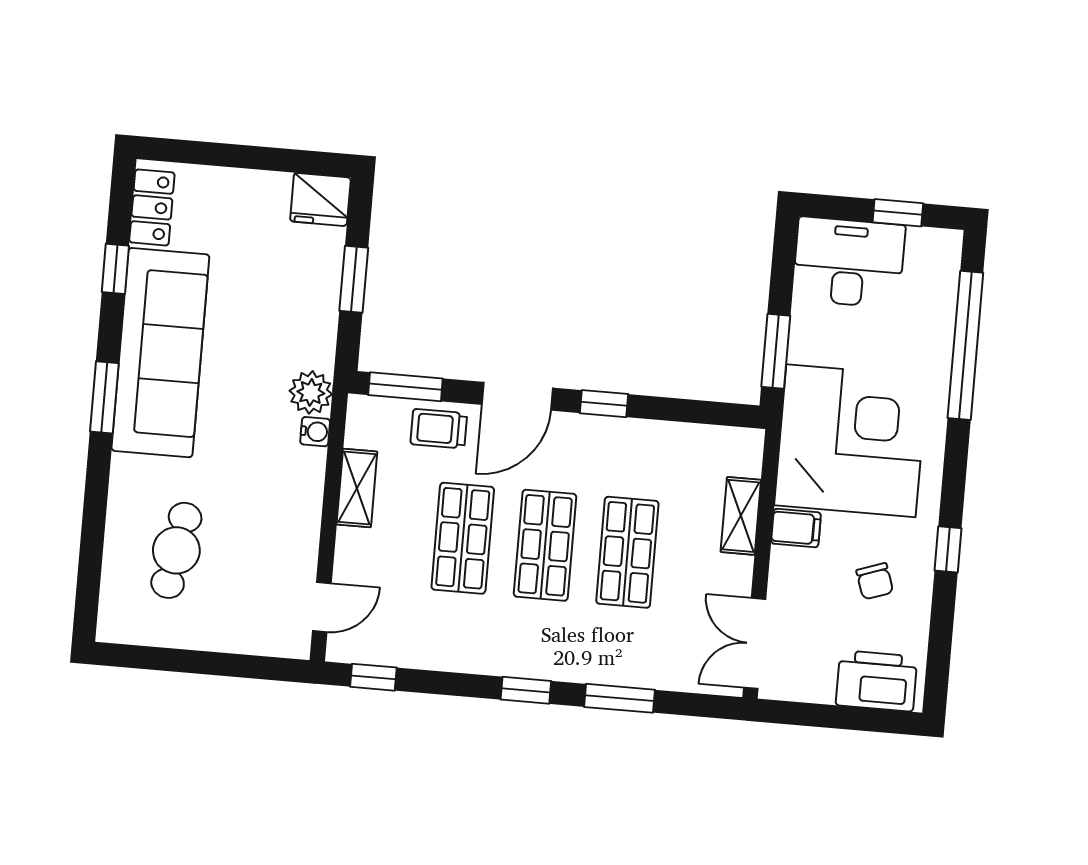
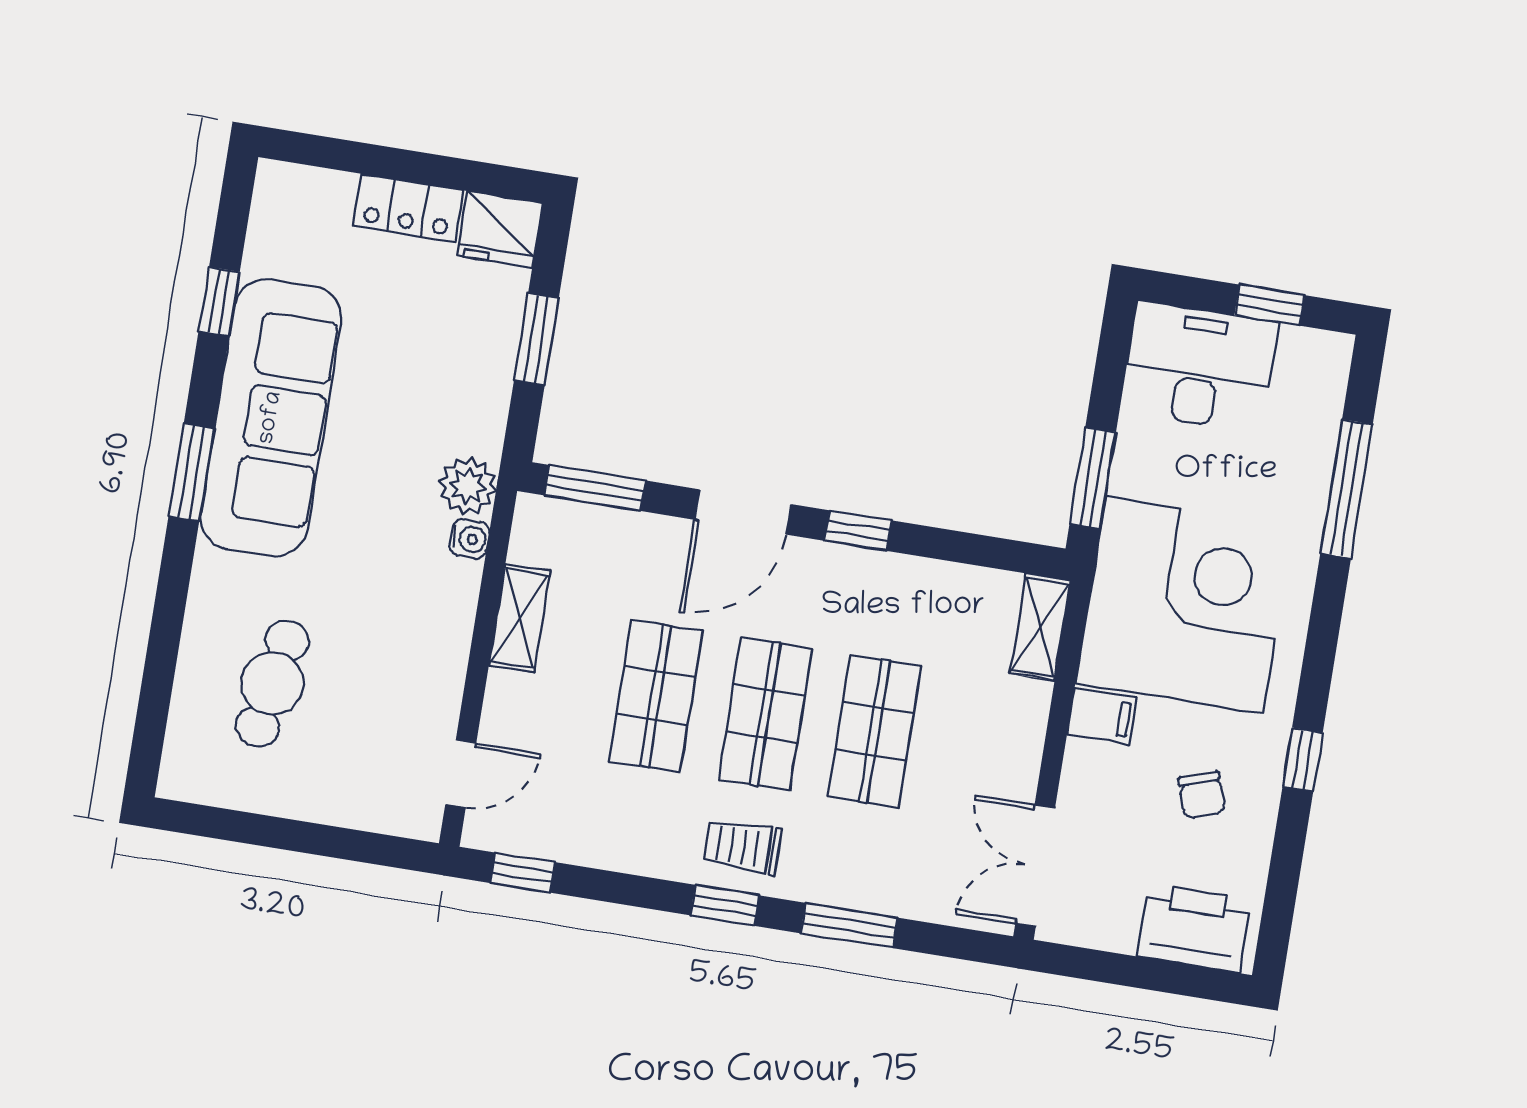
locker: (152, 207) -> (408, 208), moved, turned 90
window: (965, 345) -> (1347, 489), width x0.68
trolley: (439, 429) -> (743, 847), moved
shelving: (741, 516) -> (1040, 627), moved

